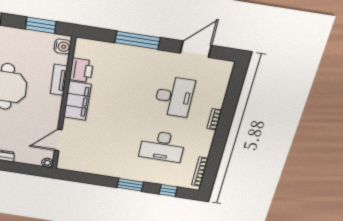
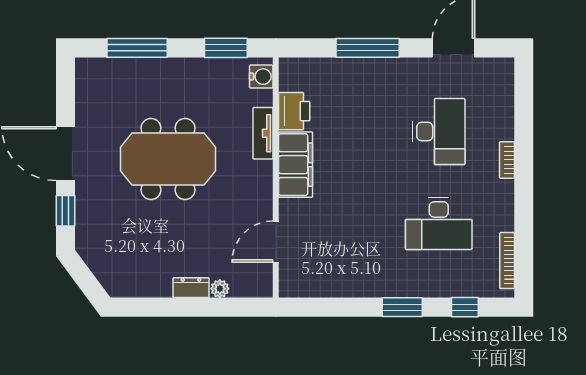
plant: (47, 163) -> (220, 289), moved

